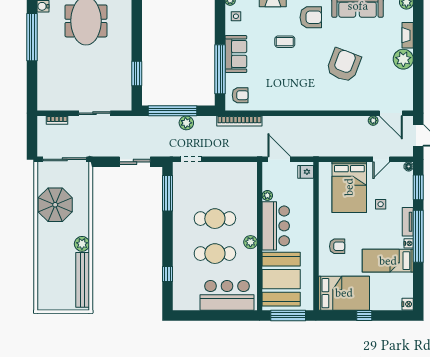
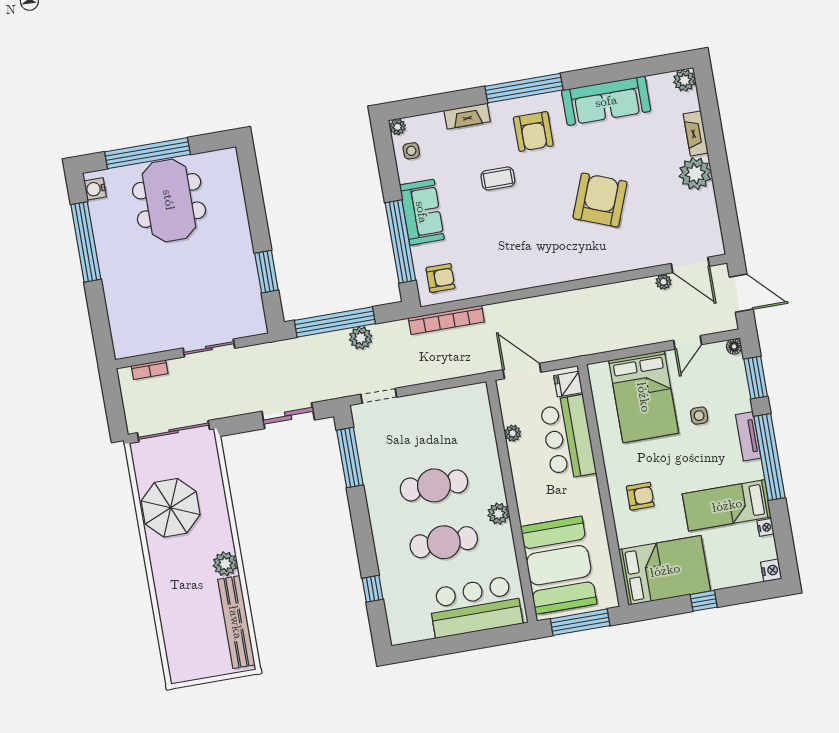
armchair: (311, 17) -> (533, 131), turned 90
bar counter: (276, 226) -> (568, 437), moved, turned 180
nightstand: (409, 243) -> (766, 527), moved

